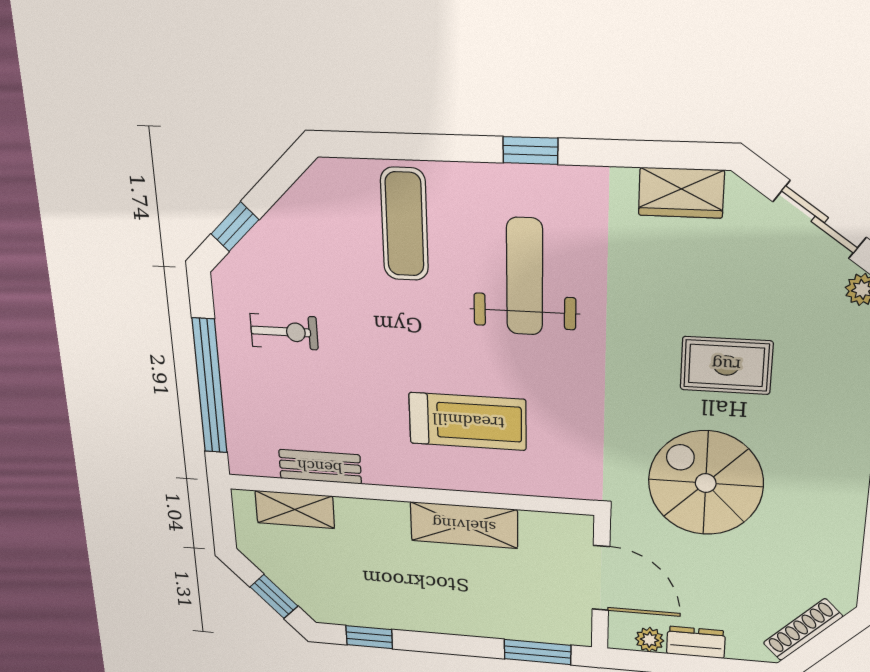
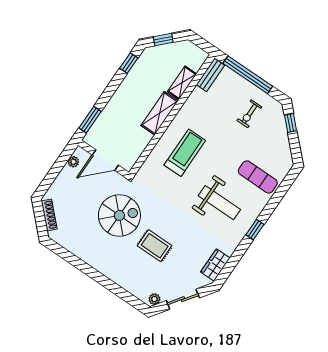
rug: (726, 365) -> (155, 246), turned 90
treadmill: (468, 421) -> (185, 153), turned 180
bench: (320, 467) -> (211, 75), moved
shelving: (295, 509) -> (182, 83), moved
shelving: (464, 525) -> (160, 113), moved
dresser: (696, 642) -> (64, 177), removed

